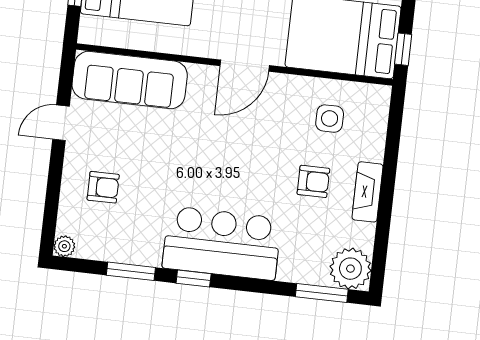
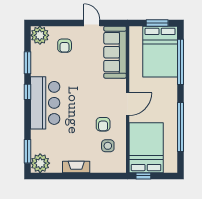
door: (245, 66) -> (128, 104), swing flipped
armchair: (313, 181) -> (103, 124), moved
plant: (64, 246) -> (40, 35), width x1.88, depth x1.88

